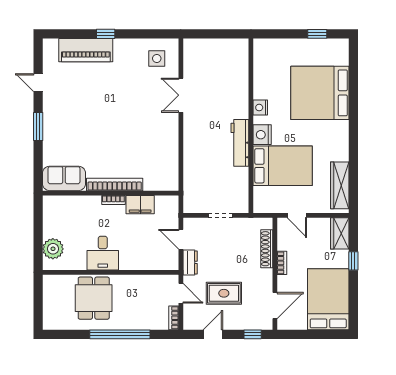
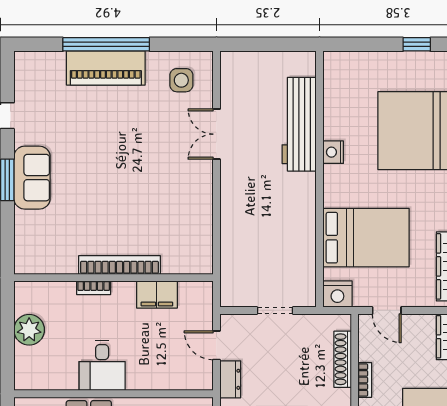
window: (106, 34) -> (106, 44), width x3.17
piano: (86, 50) -> (106, 68), moved
nightstand: (262, 135) -> (337, 294), moved, turned -90
workbench: (240, 143) -> (299, 124), moved, width x1.36, depth x1.32
sofa: (64, 178) -> (32, 178), moved, turned 90
bookcase: (113, 200) -> (94, 288), moved
plant: (53, 249) -> (29, 330), moved

